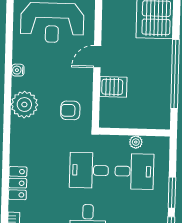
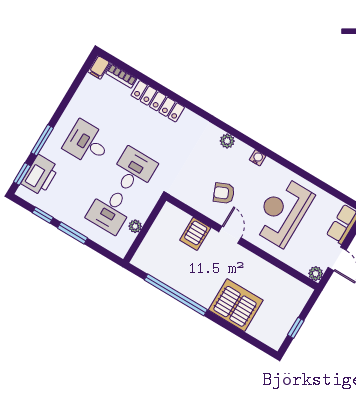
plant: (24, 105) -> (227, 141), width x0.53, depth x0.53
armchair: (70, 110) -> (224, 193), moved, turned -113
locker: (18, 183) -> (158, 101), width x1.53

